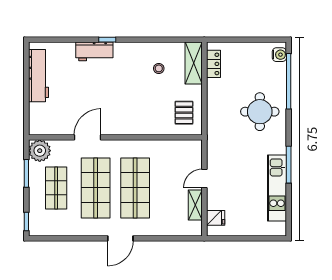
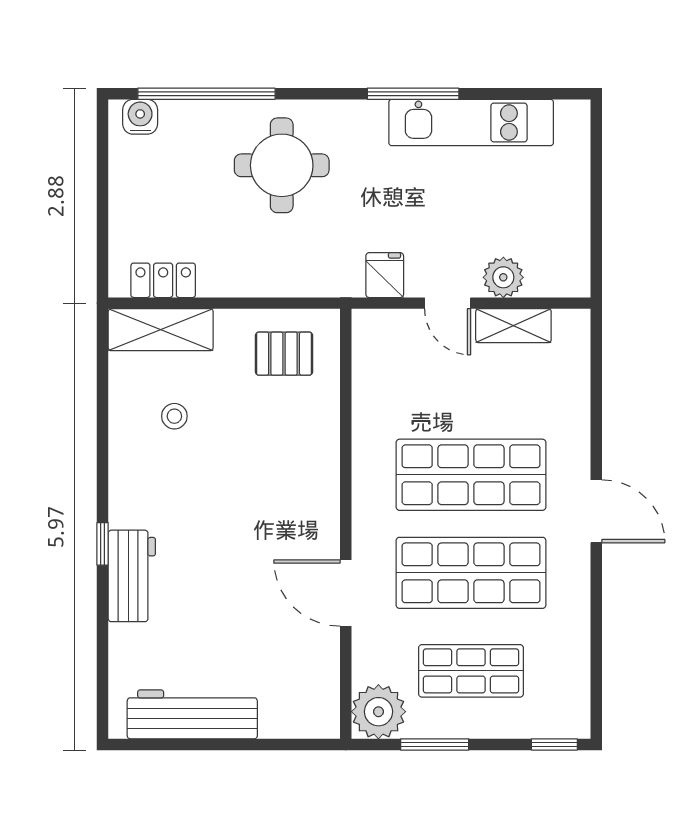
plant: (215, 201) -> (503, 277), added
fridge: (216, 218) -> (385, 275), moved

